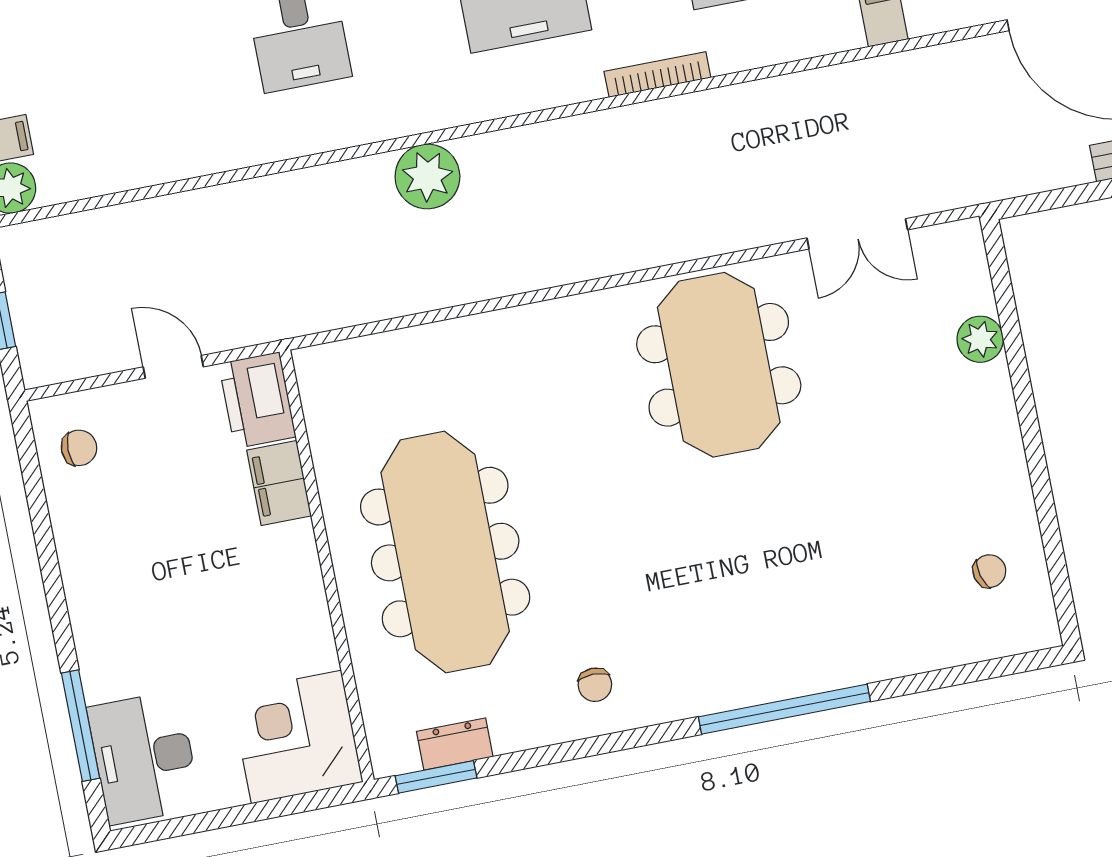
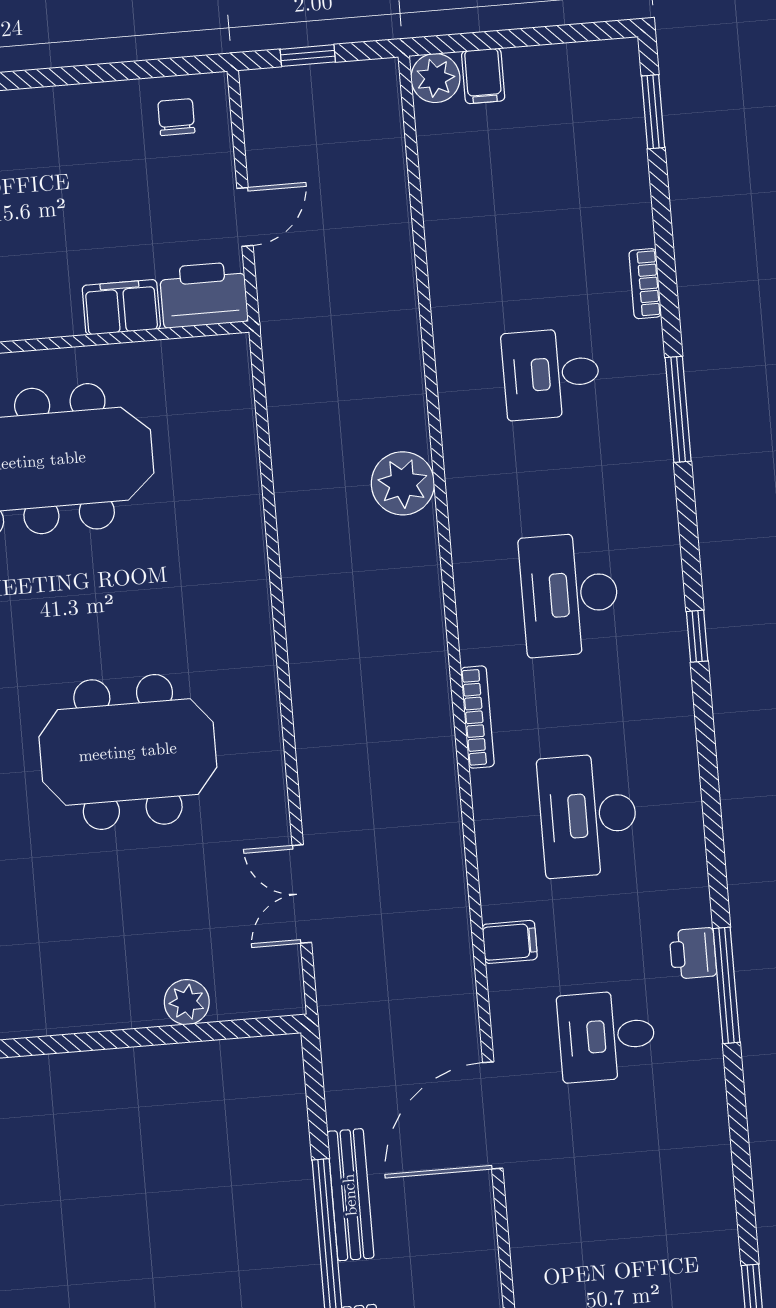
meeting table: (719, 365) -> (128, 752), moved
chair: (79, 448) -> (176, 117), turned 180

